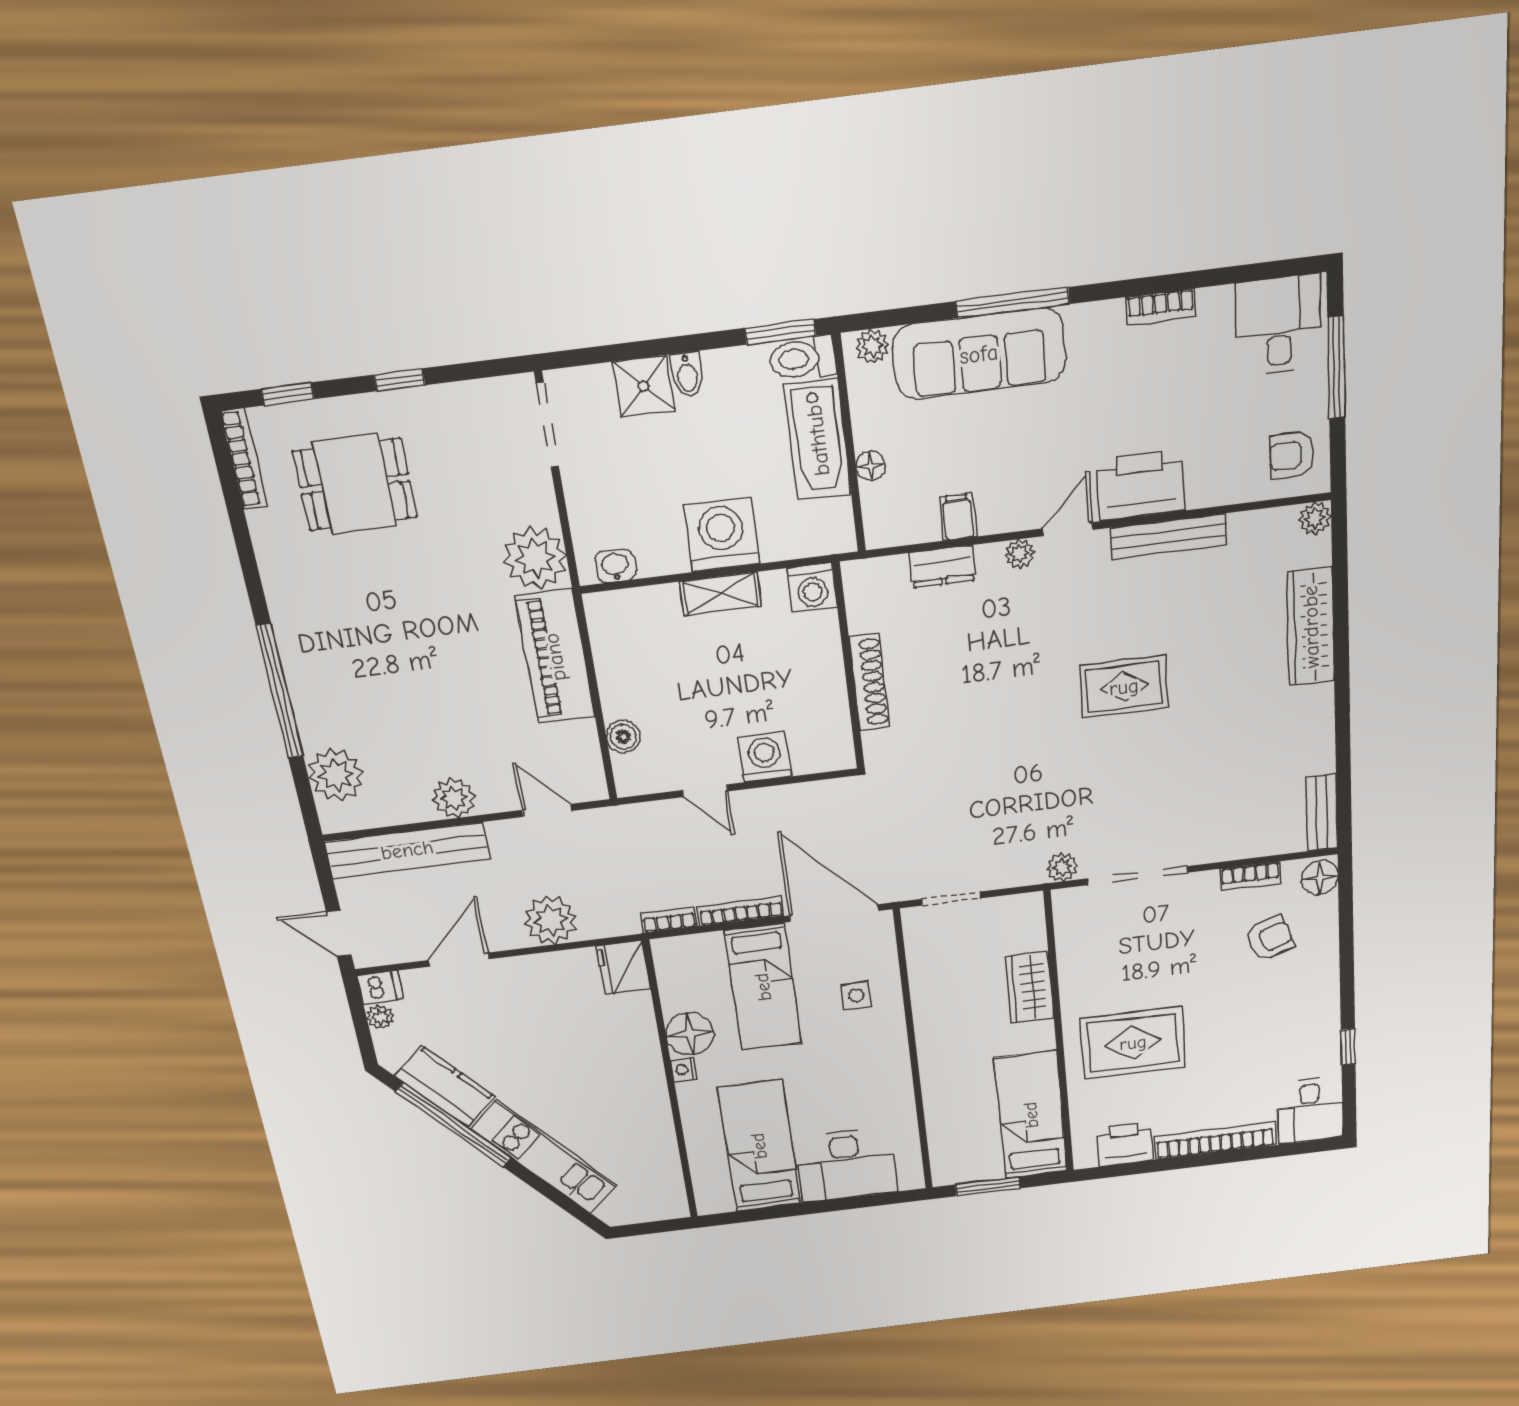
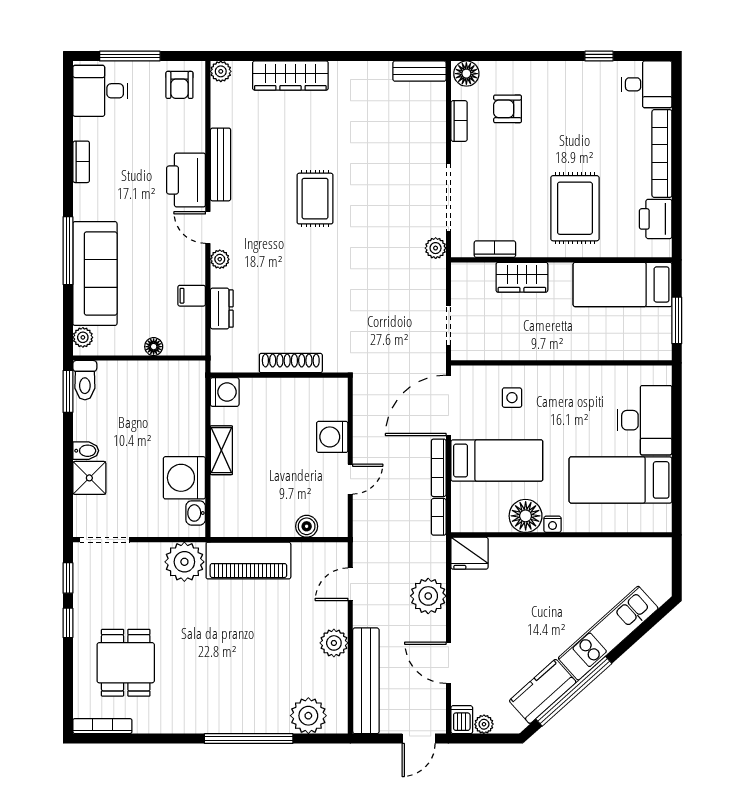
window: (288, 394) -> (68, 578), moved
bathtub: (818, 440) -> (134, 377), removed
washing machine: (722, 535) -> (184, 478), moved
armchair: (1270, 939) -> (508, 109), turned -70
bookcase: (1067, 947) -> (495, 249), added

